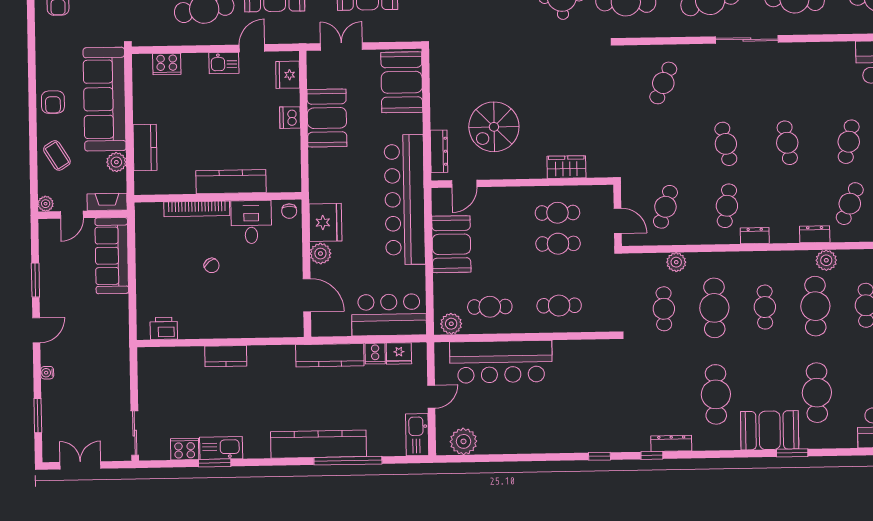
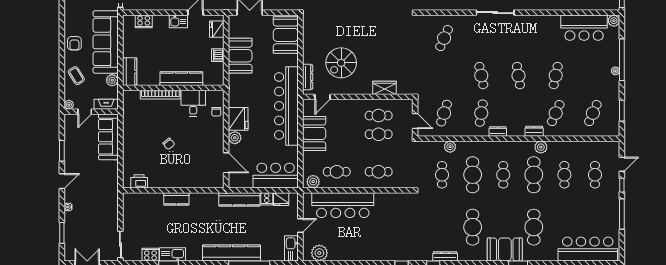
kitchen counter: (231, 182) -> (181, 79), moved
wall: (218, 197) -> (173, 88), moved
bookcase: (197, 209) -> (160, 95), moved
desk: (251, 222) -> (193, 103), moved

